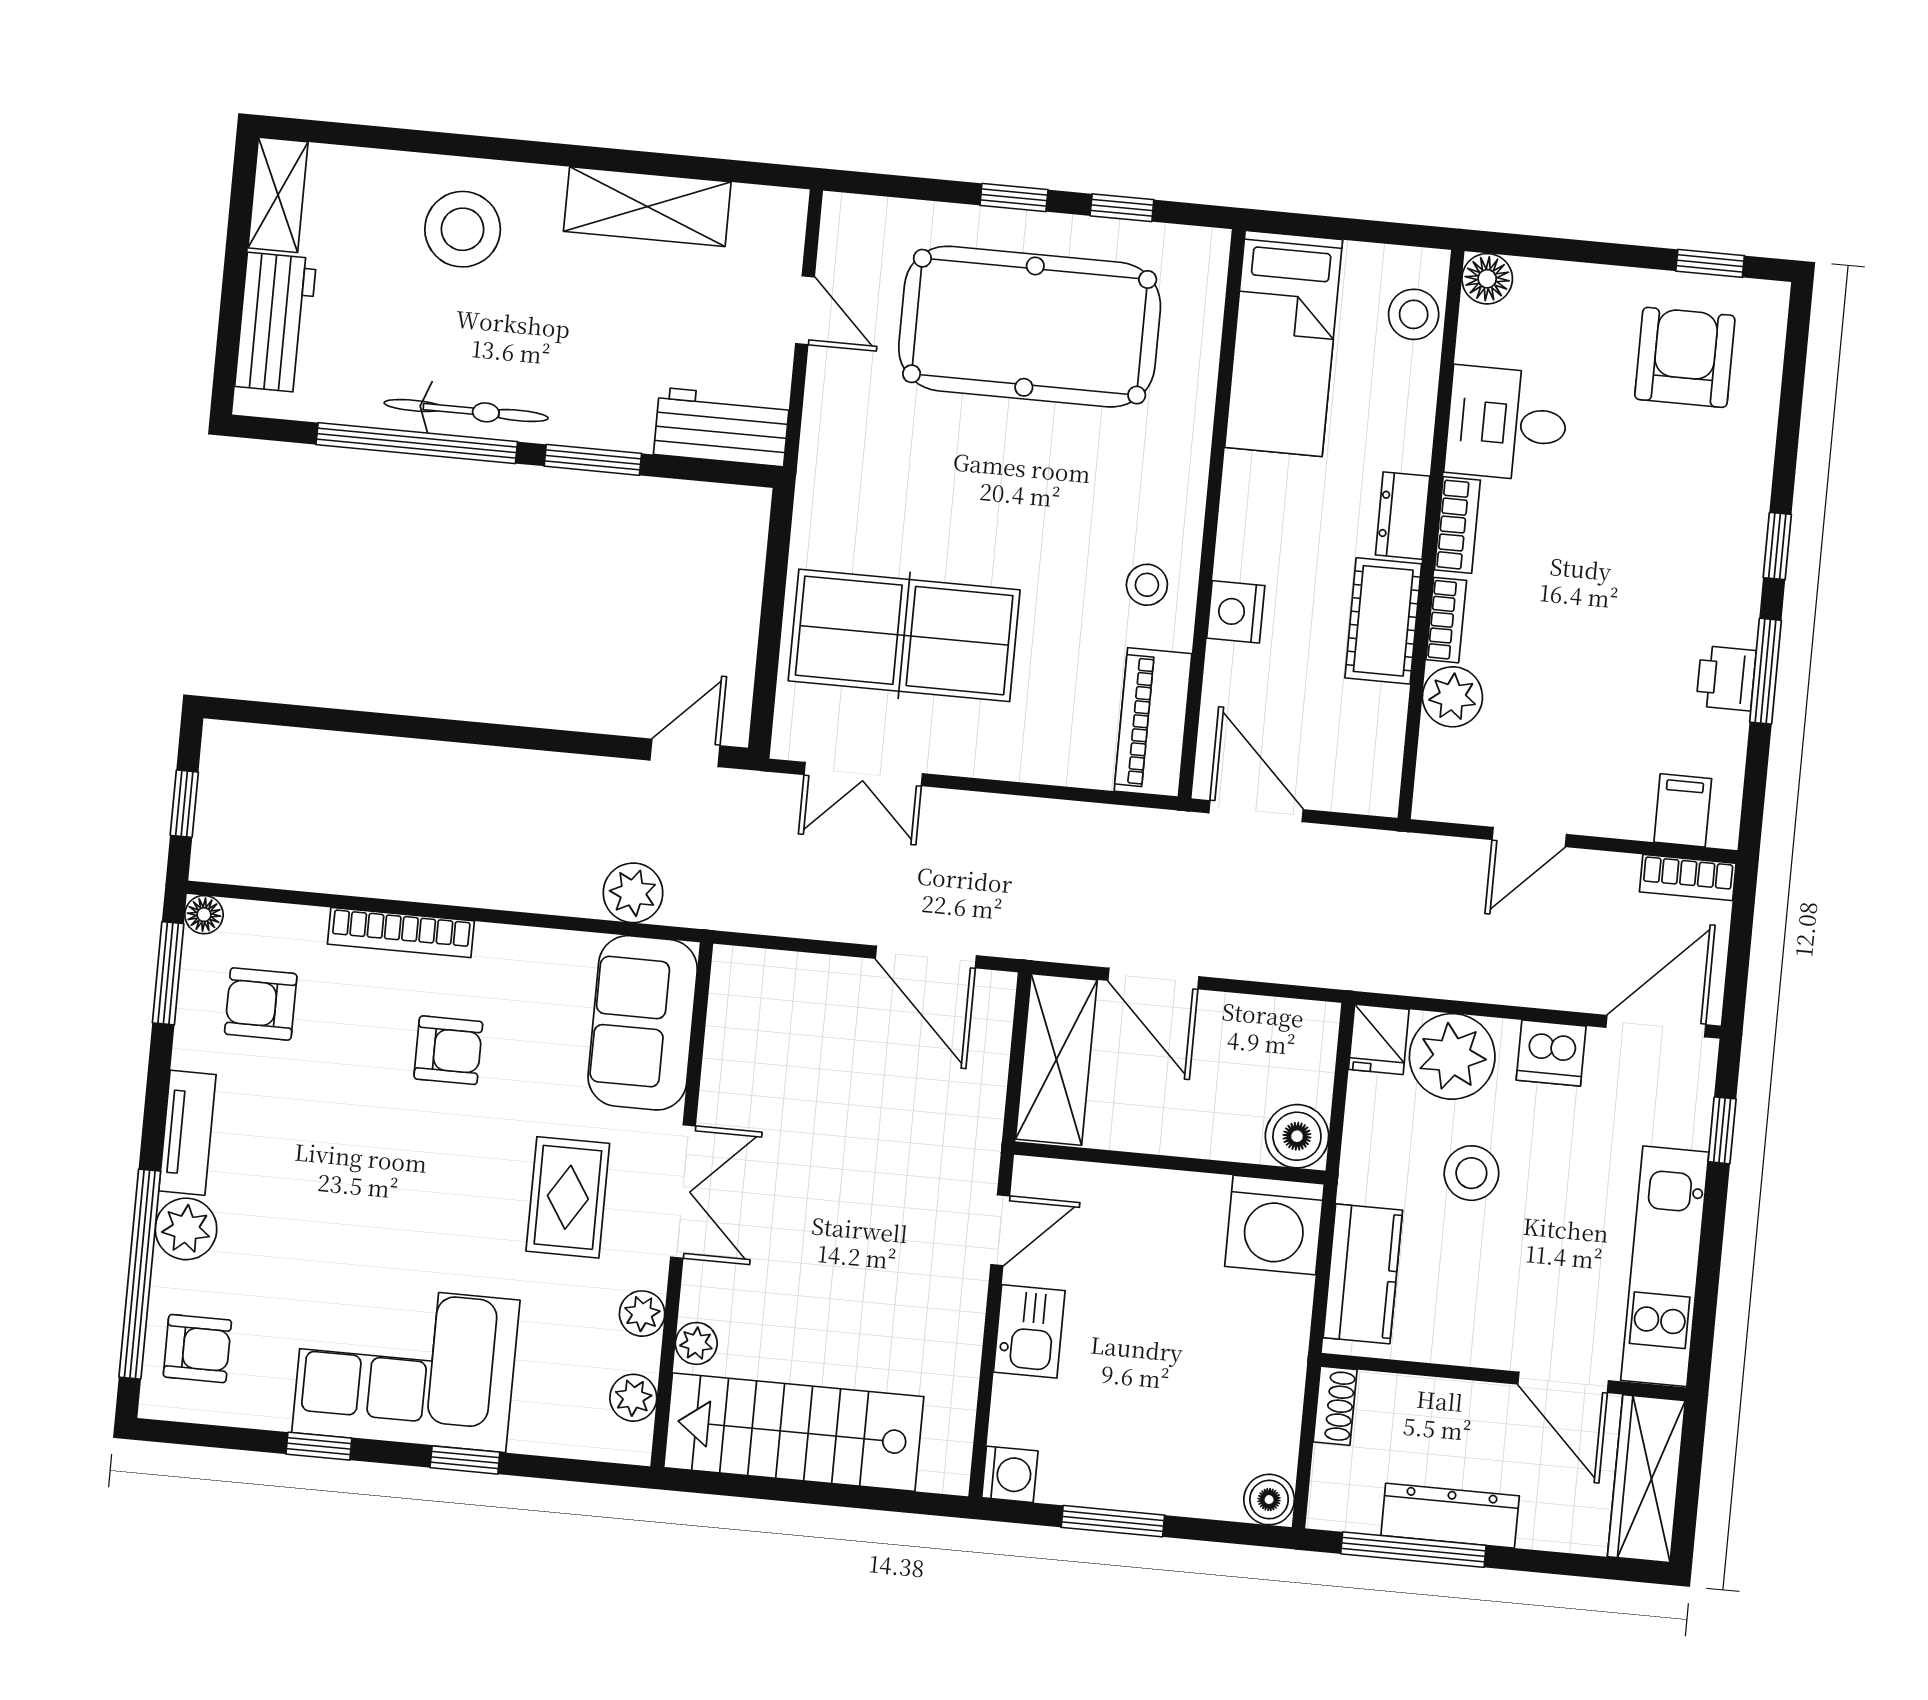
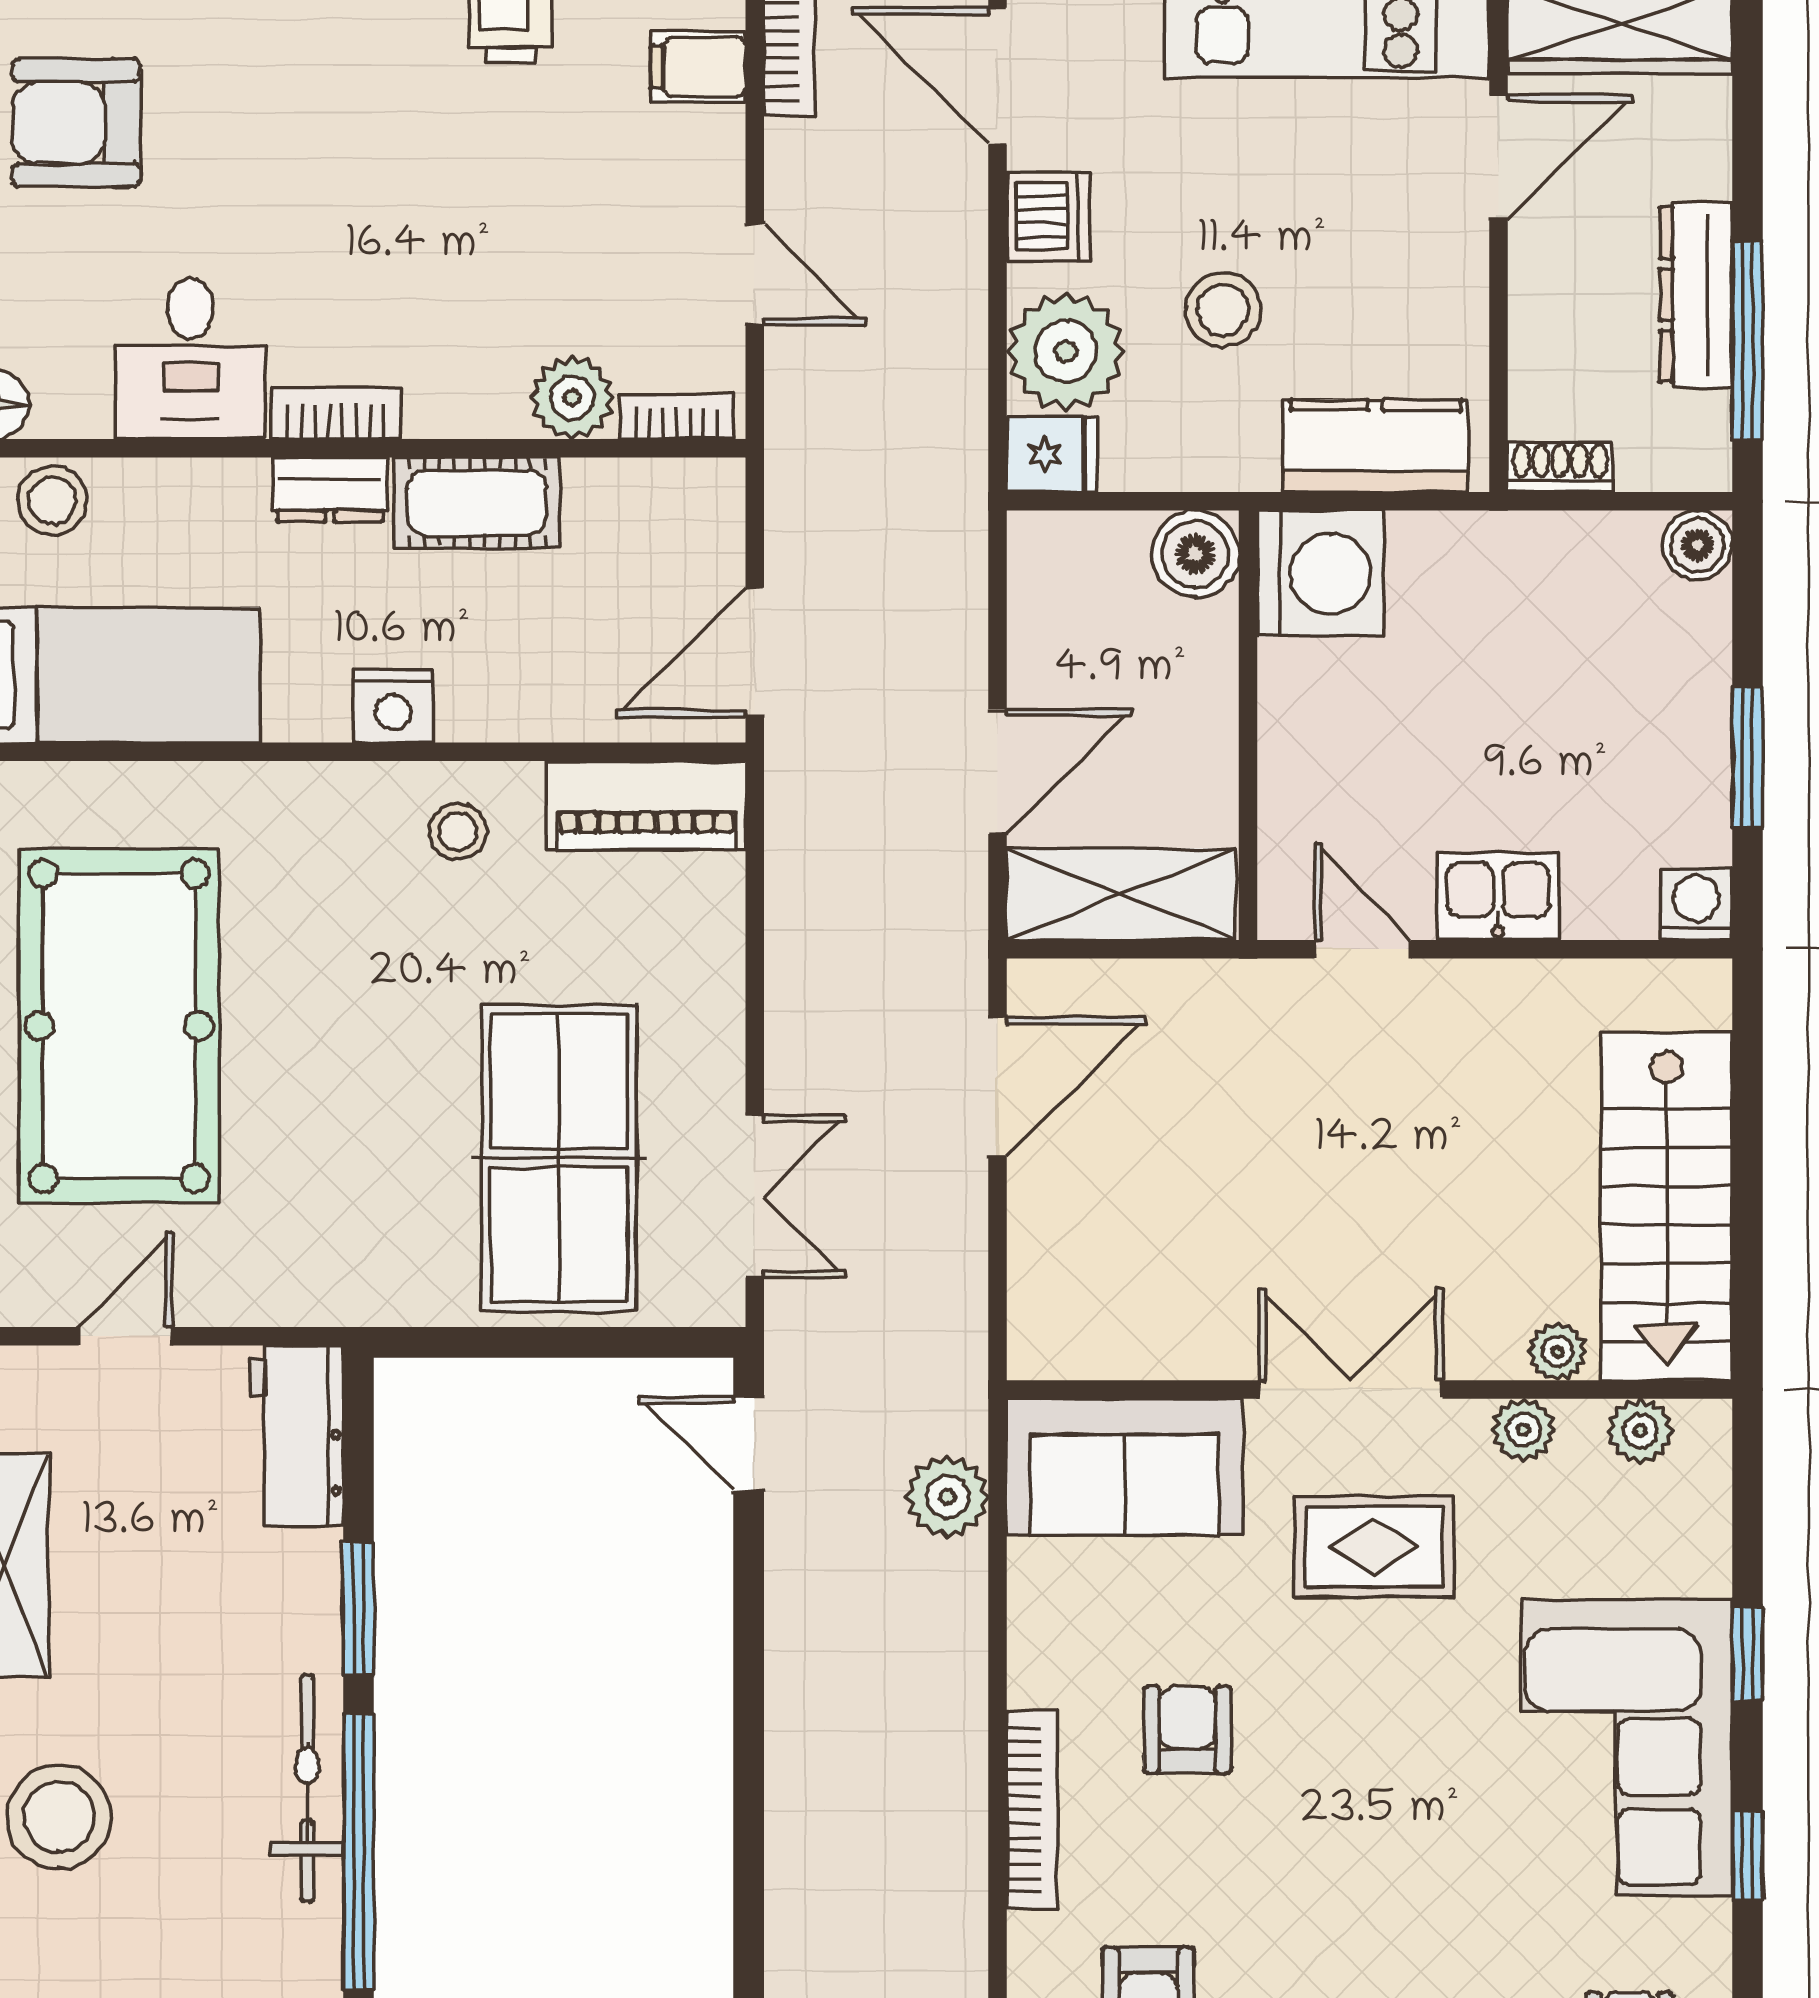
nightstand: (1236, 612) -> (393, 706), moved
bookcase: (1446, 620) -> (677, 416), moved

